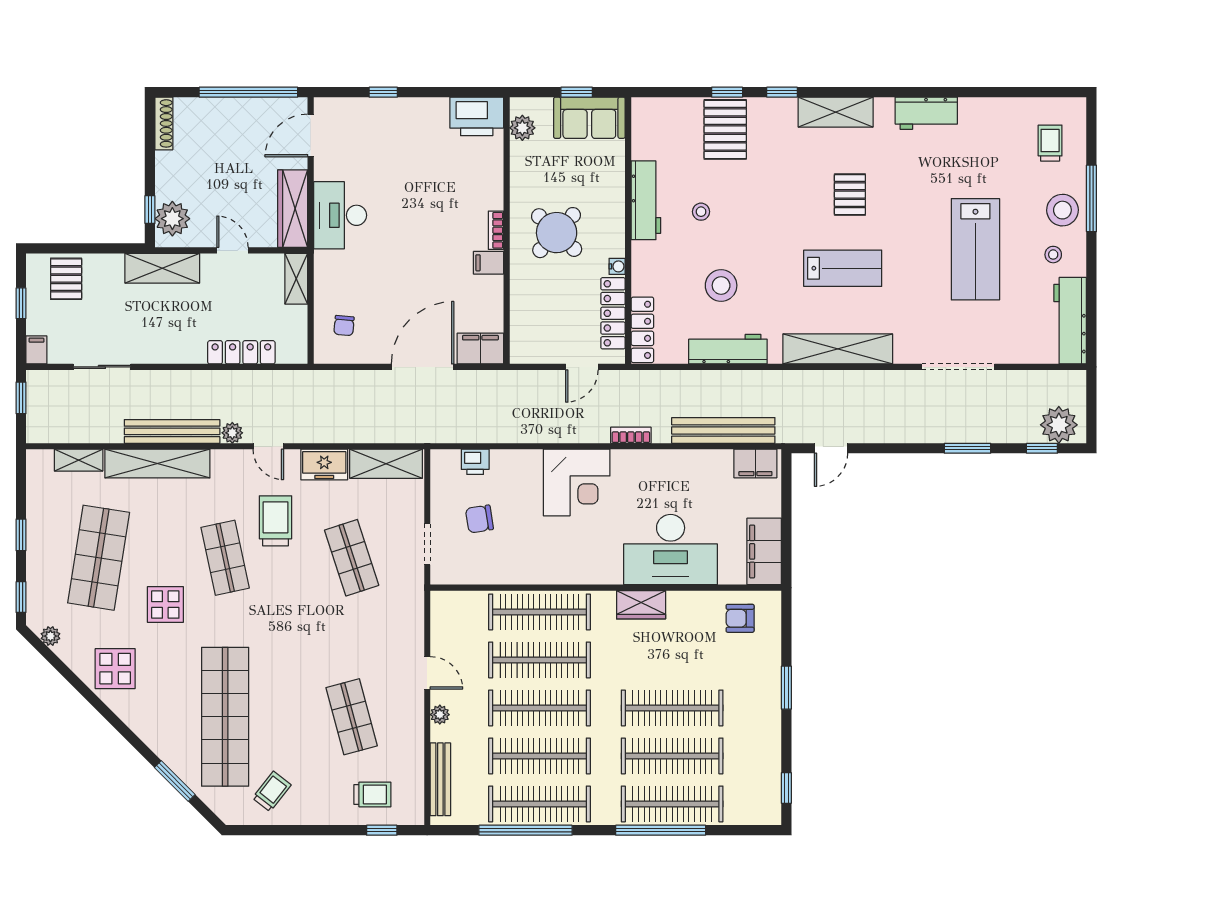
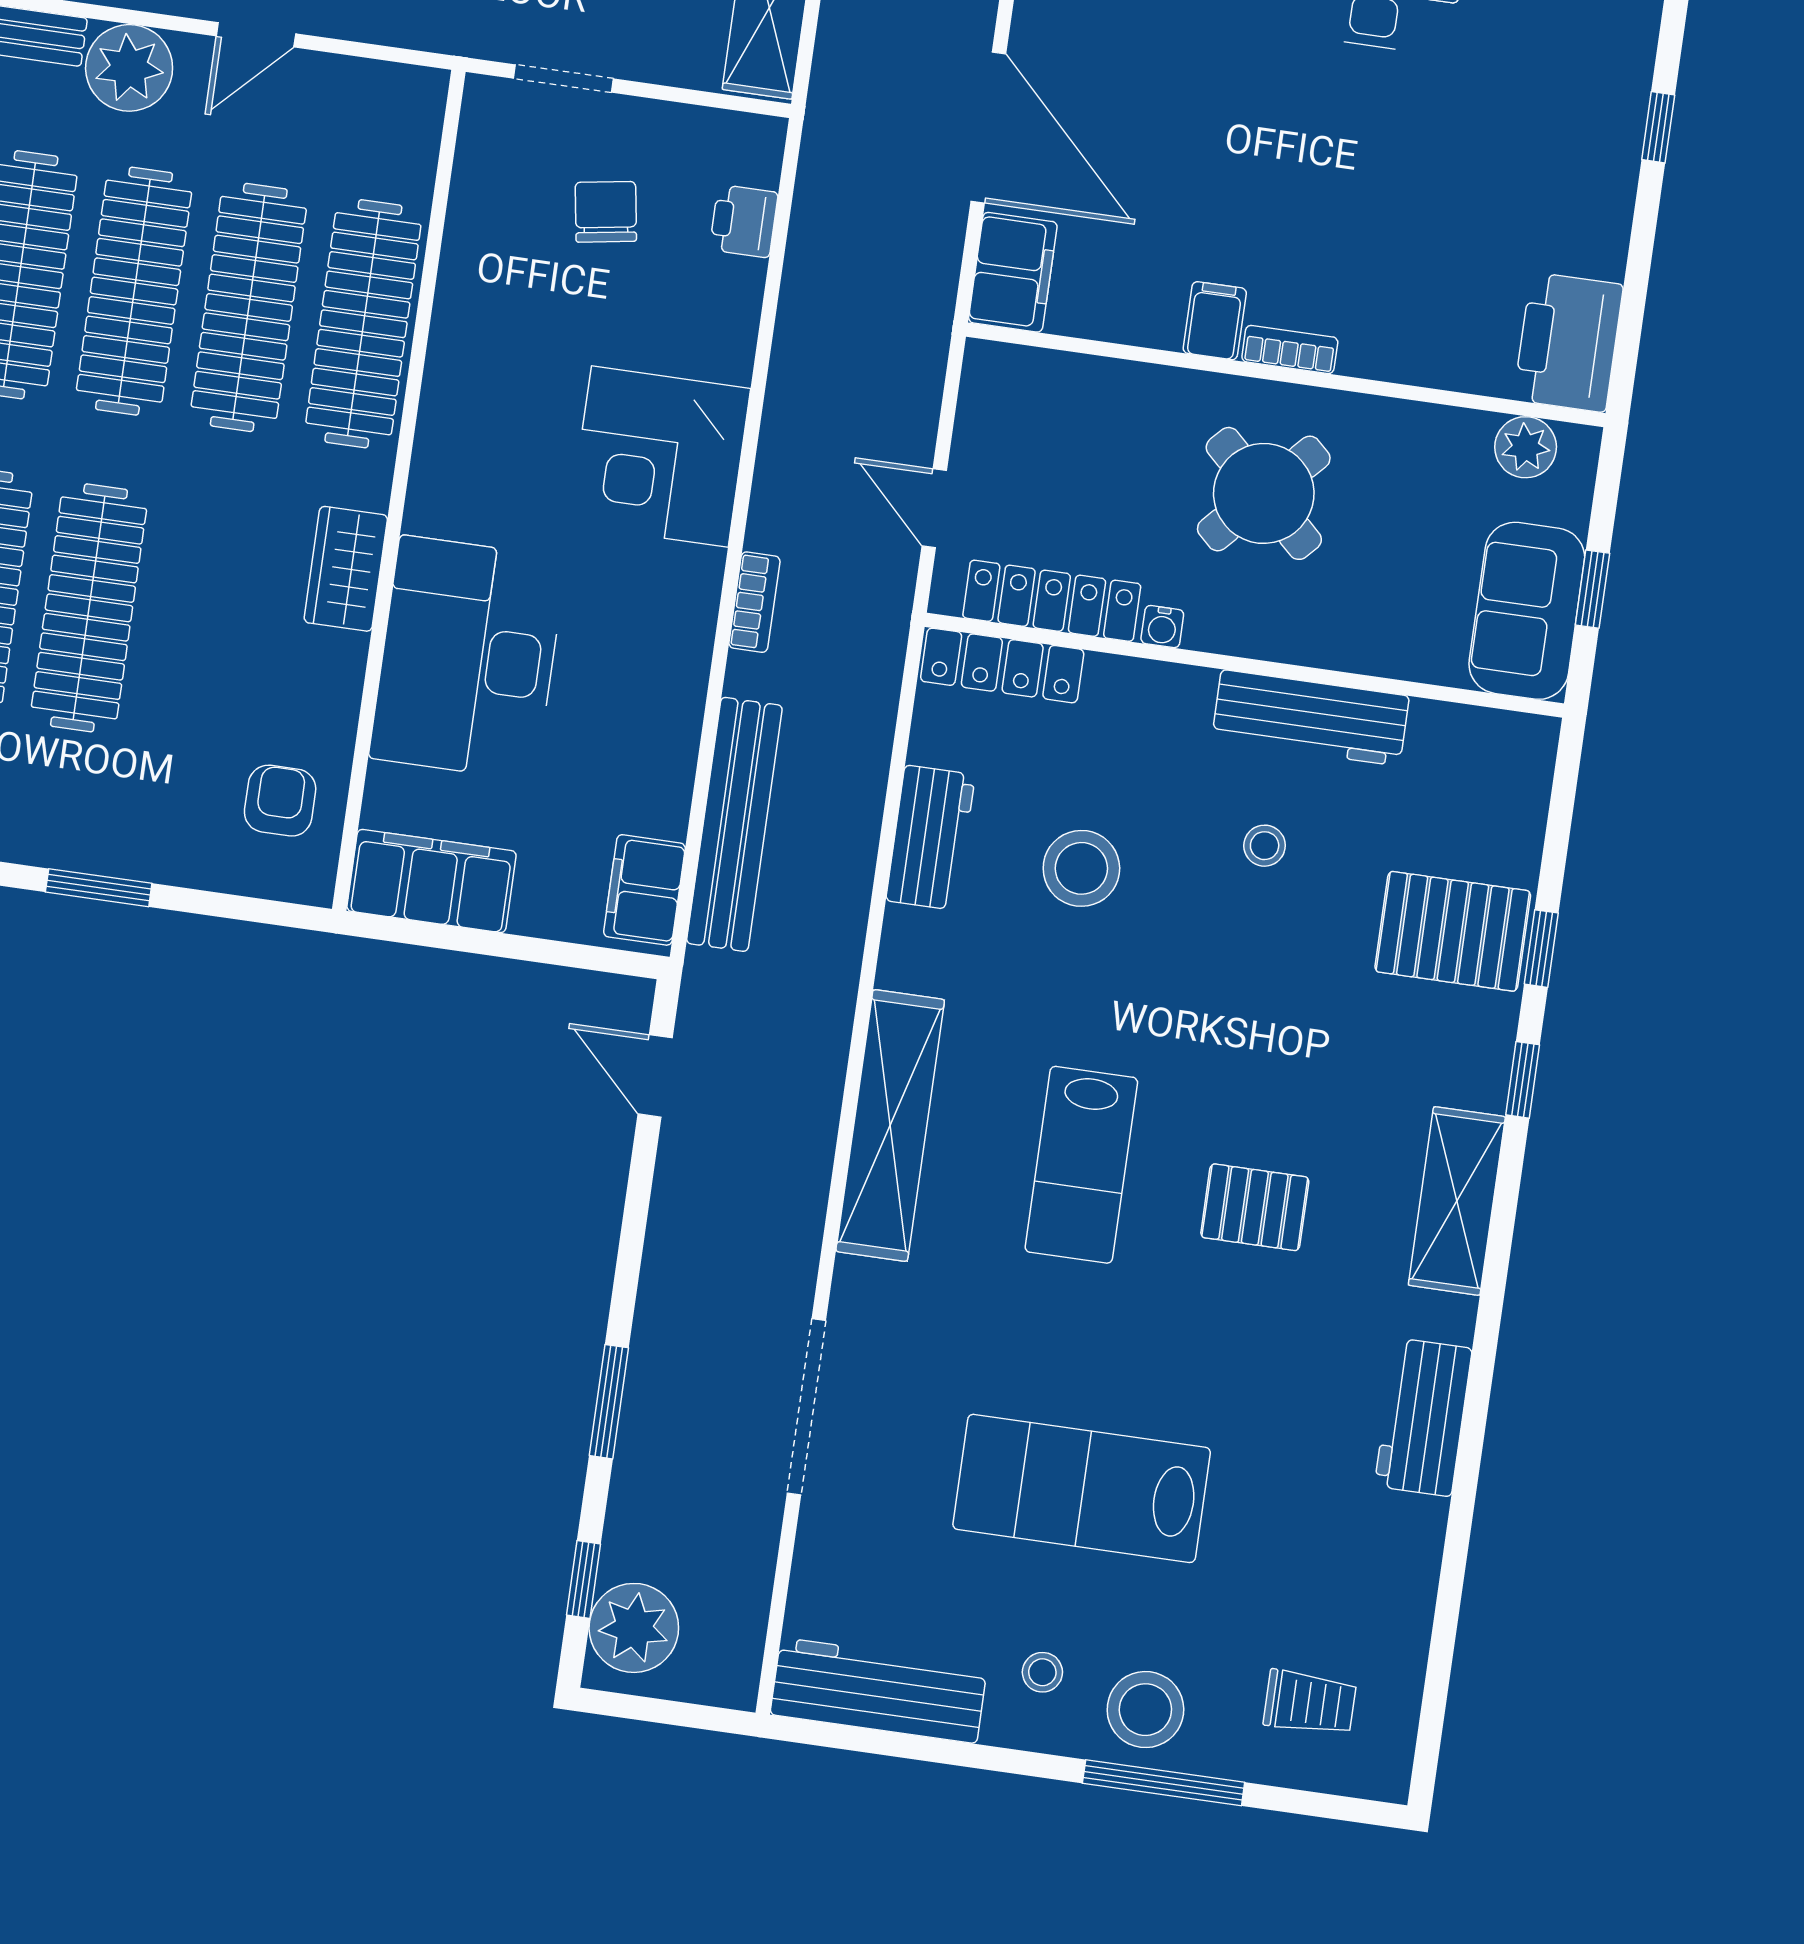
workbench: (728, 349) -> (931, 838), width x0.73
plant: (440, 715) -> (129, 68), width x1.88, depth x1.88

